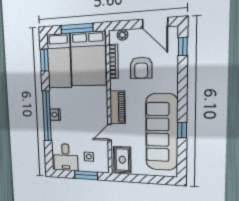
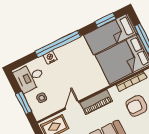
nightstand: (55, 115) -> (50, 57), moved
door: (109, 132) -> (72, 105), hinge flipped

